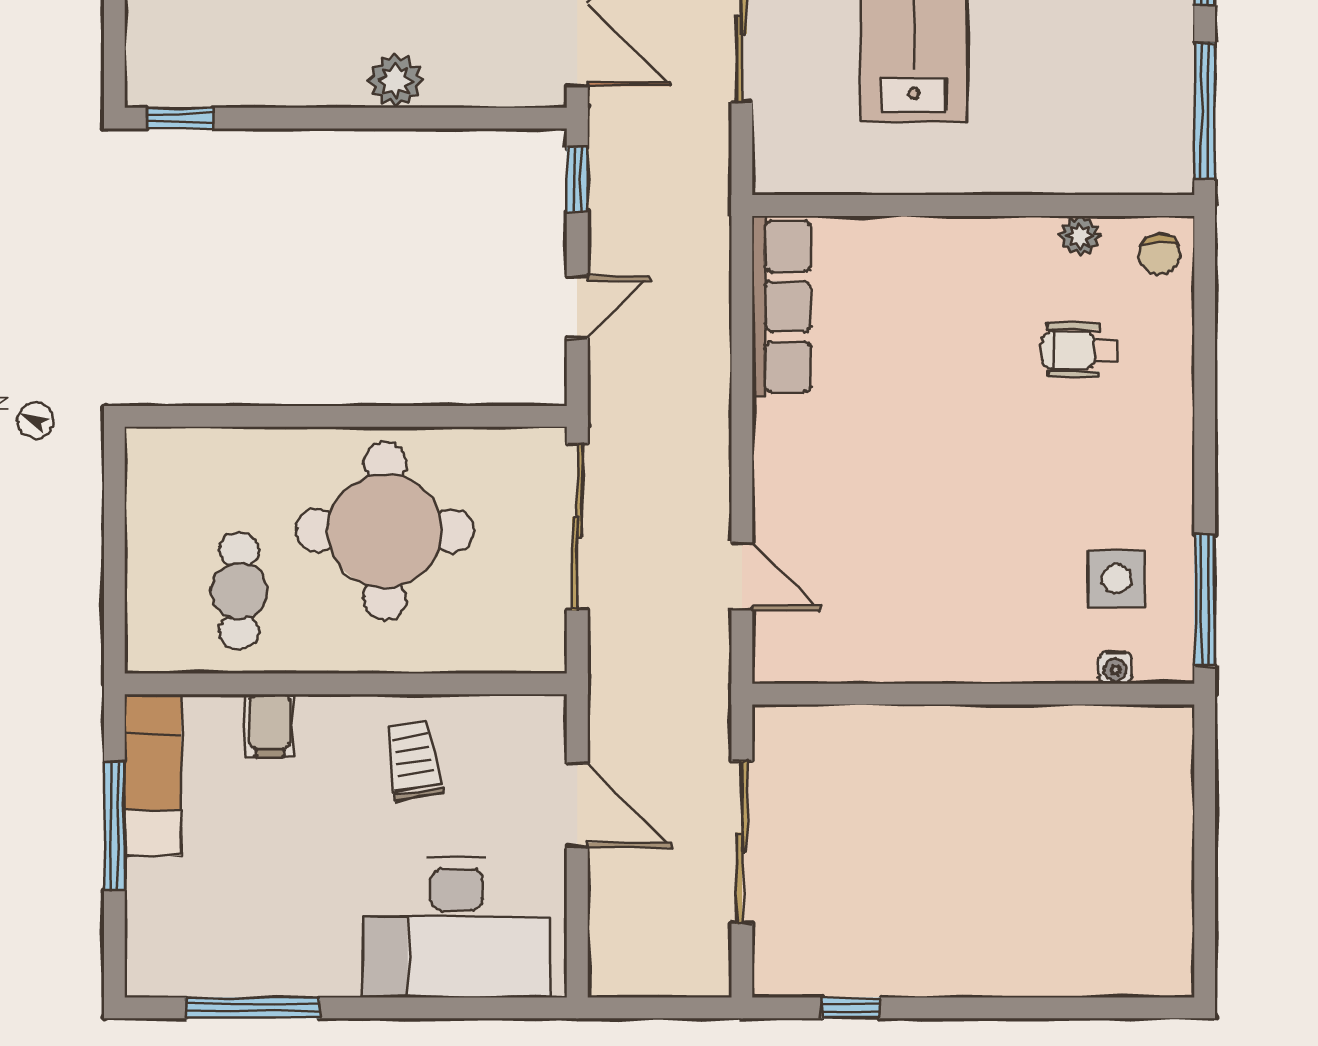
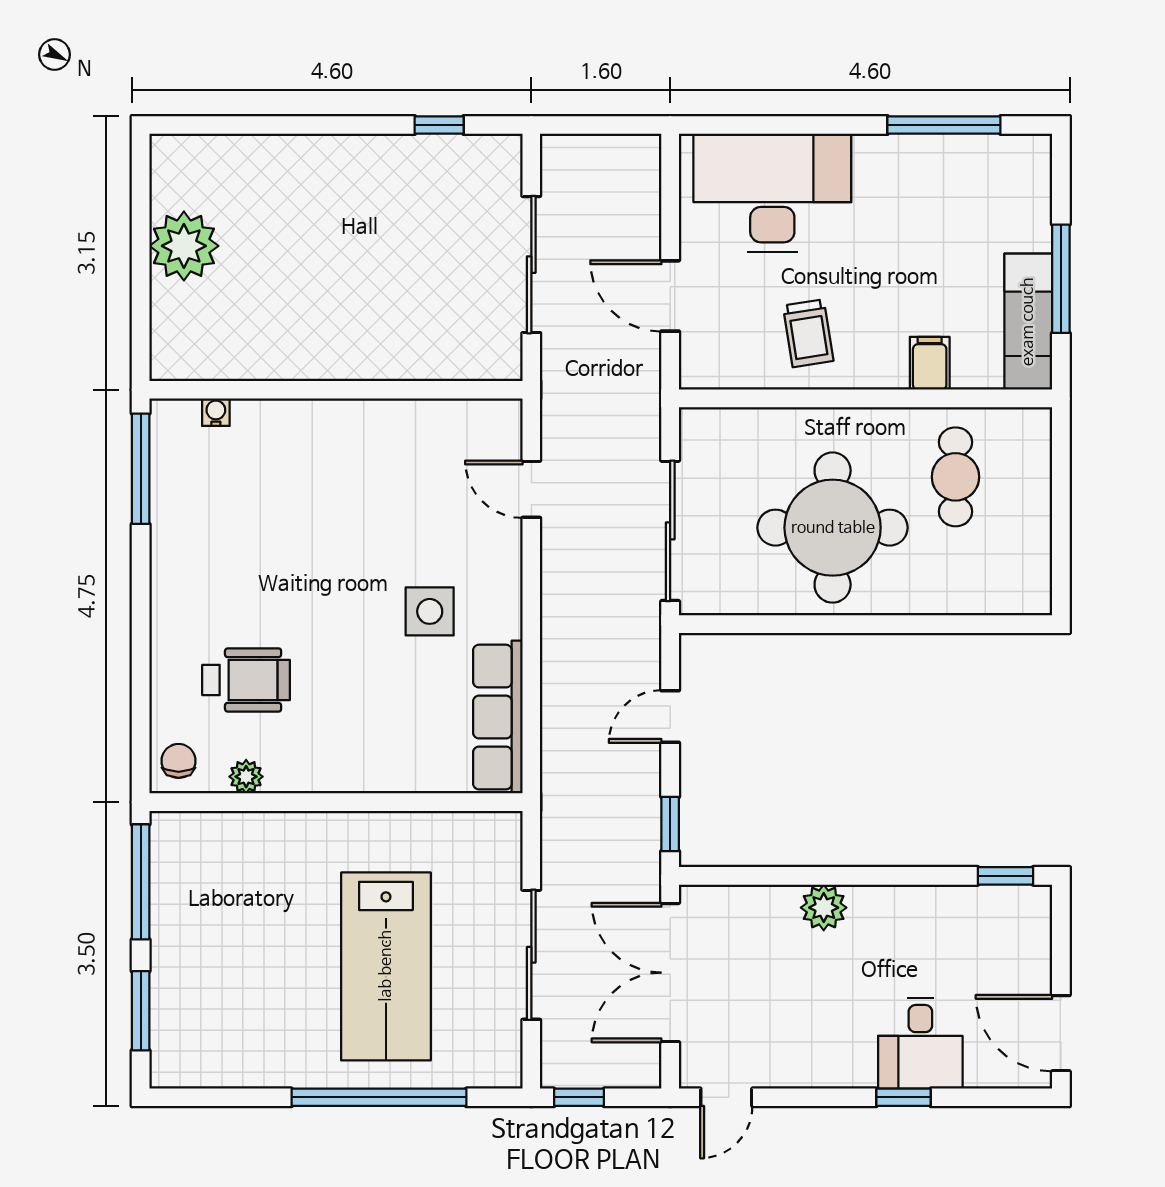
wheelchair: (1080, 350) -> (246, 680), width x1.36, depth x1.37
side table: (1116, 579) -> (430, 611), moved
plant: (1153, 864) -> (184, 246), added

